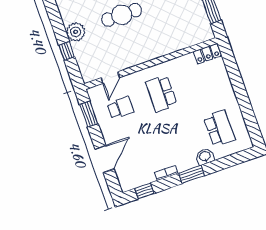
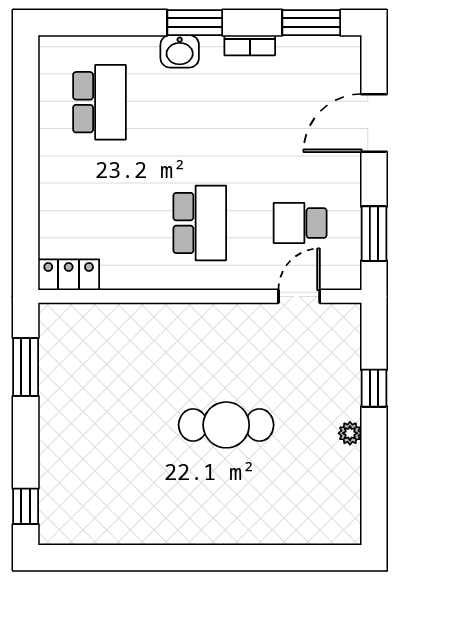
plant: (76, 32) -> (350, 433), width x0.53, depth x0.53
school desk: (219, 128) -> (99, 102), turned 180
washbasin: (205, 157) -> (180, 51), moved
window: (144, 191) -> (311, 23), width x1.50

